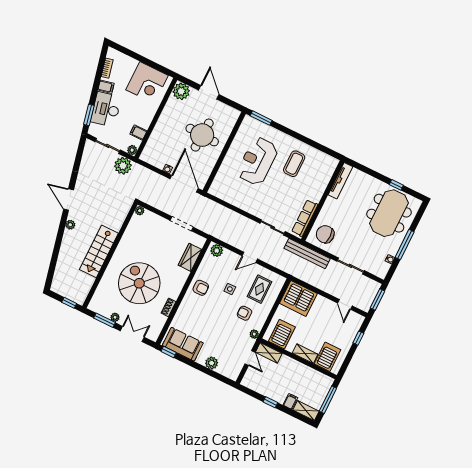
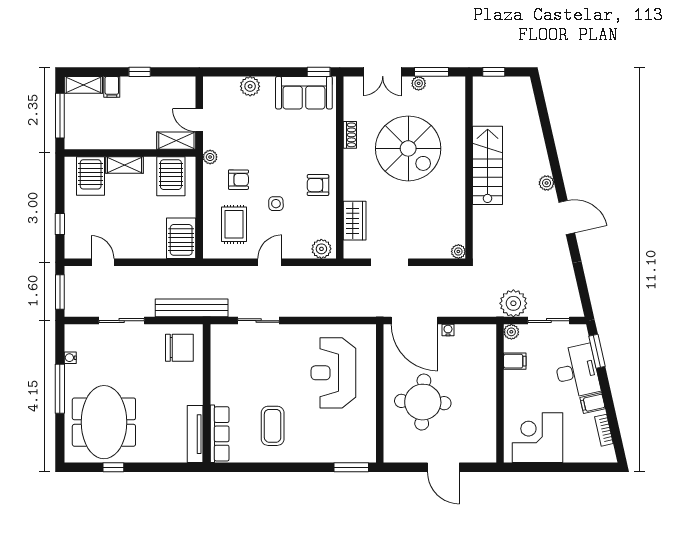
plant: (181, 91) -> (483, 449), removed
reception desk: (257, 161) -> (333, 373), moved, turned 180
row of seats: (305, 218) -> (220, 434), moved
server rack: (298, 298) -> (181, 238), width x0.62

